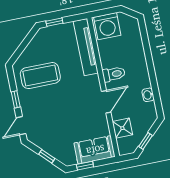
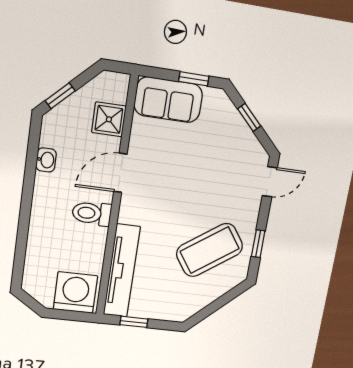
window: (54, 22) -> (134, 322), moved
coffee table: (40, 76) -> (210, 250), turned -35
window: (16, 99) -> (258, 244), moved
window: (145, 141) -> (60, 96), moved

